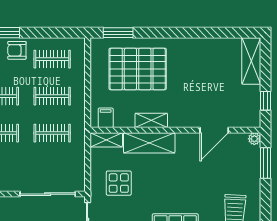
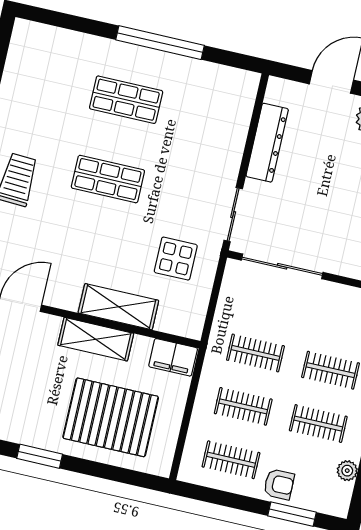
window: (118, 33) -> (40, 456), moved
filing cabinet: (106, 118) -> (173, 357), width x2.00
shelving: (151, 120) -> (96, 339), width x1.50, depth x1.33
shelving: (106, 140) -> (180, 325), removed

